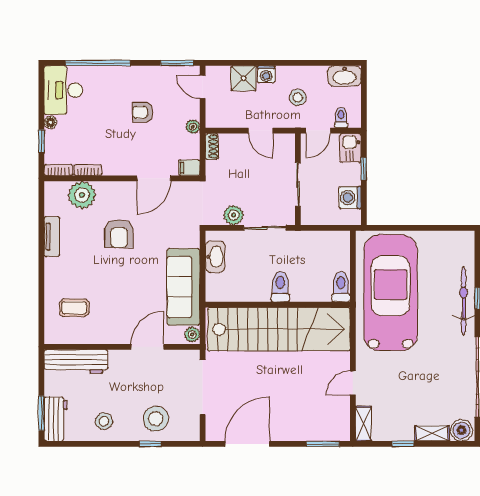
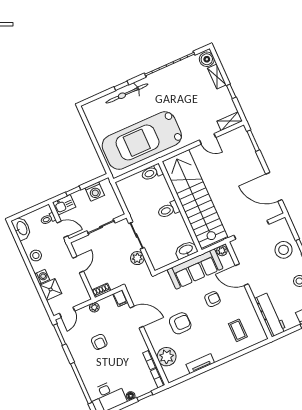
stool: (298, 97) -> (36, 255), moved
washbasin: (215, 257) -> (186, 250), moved
armchair: (132, 292) -> (212, 299), added

